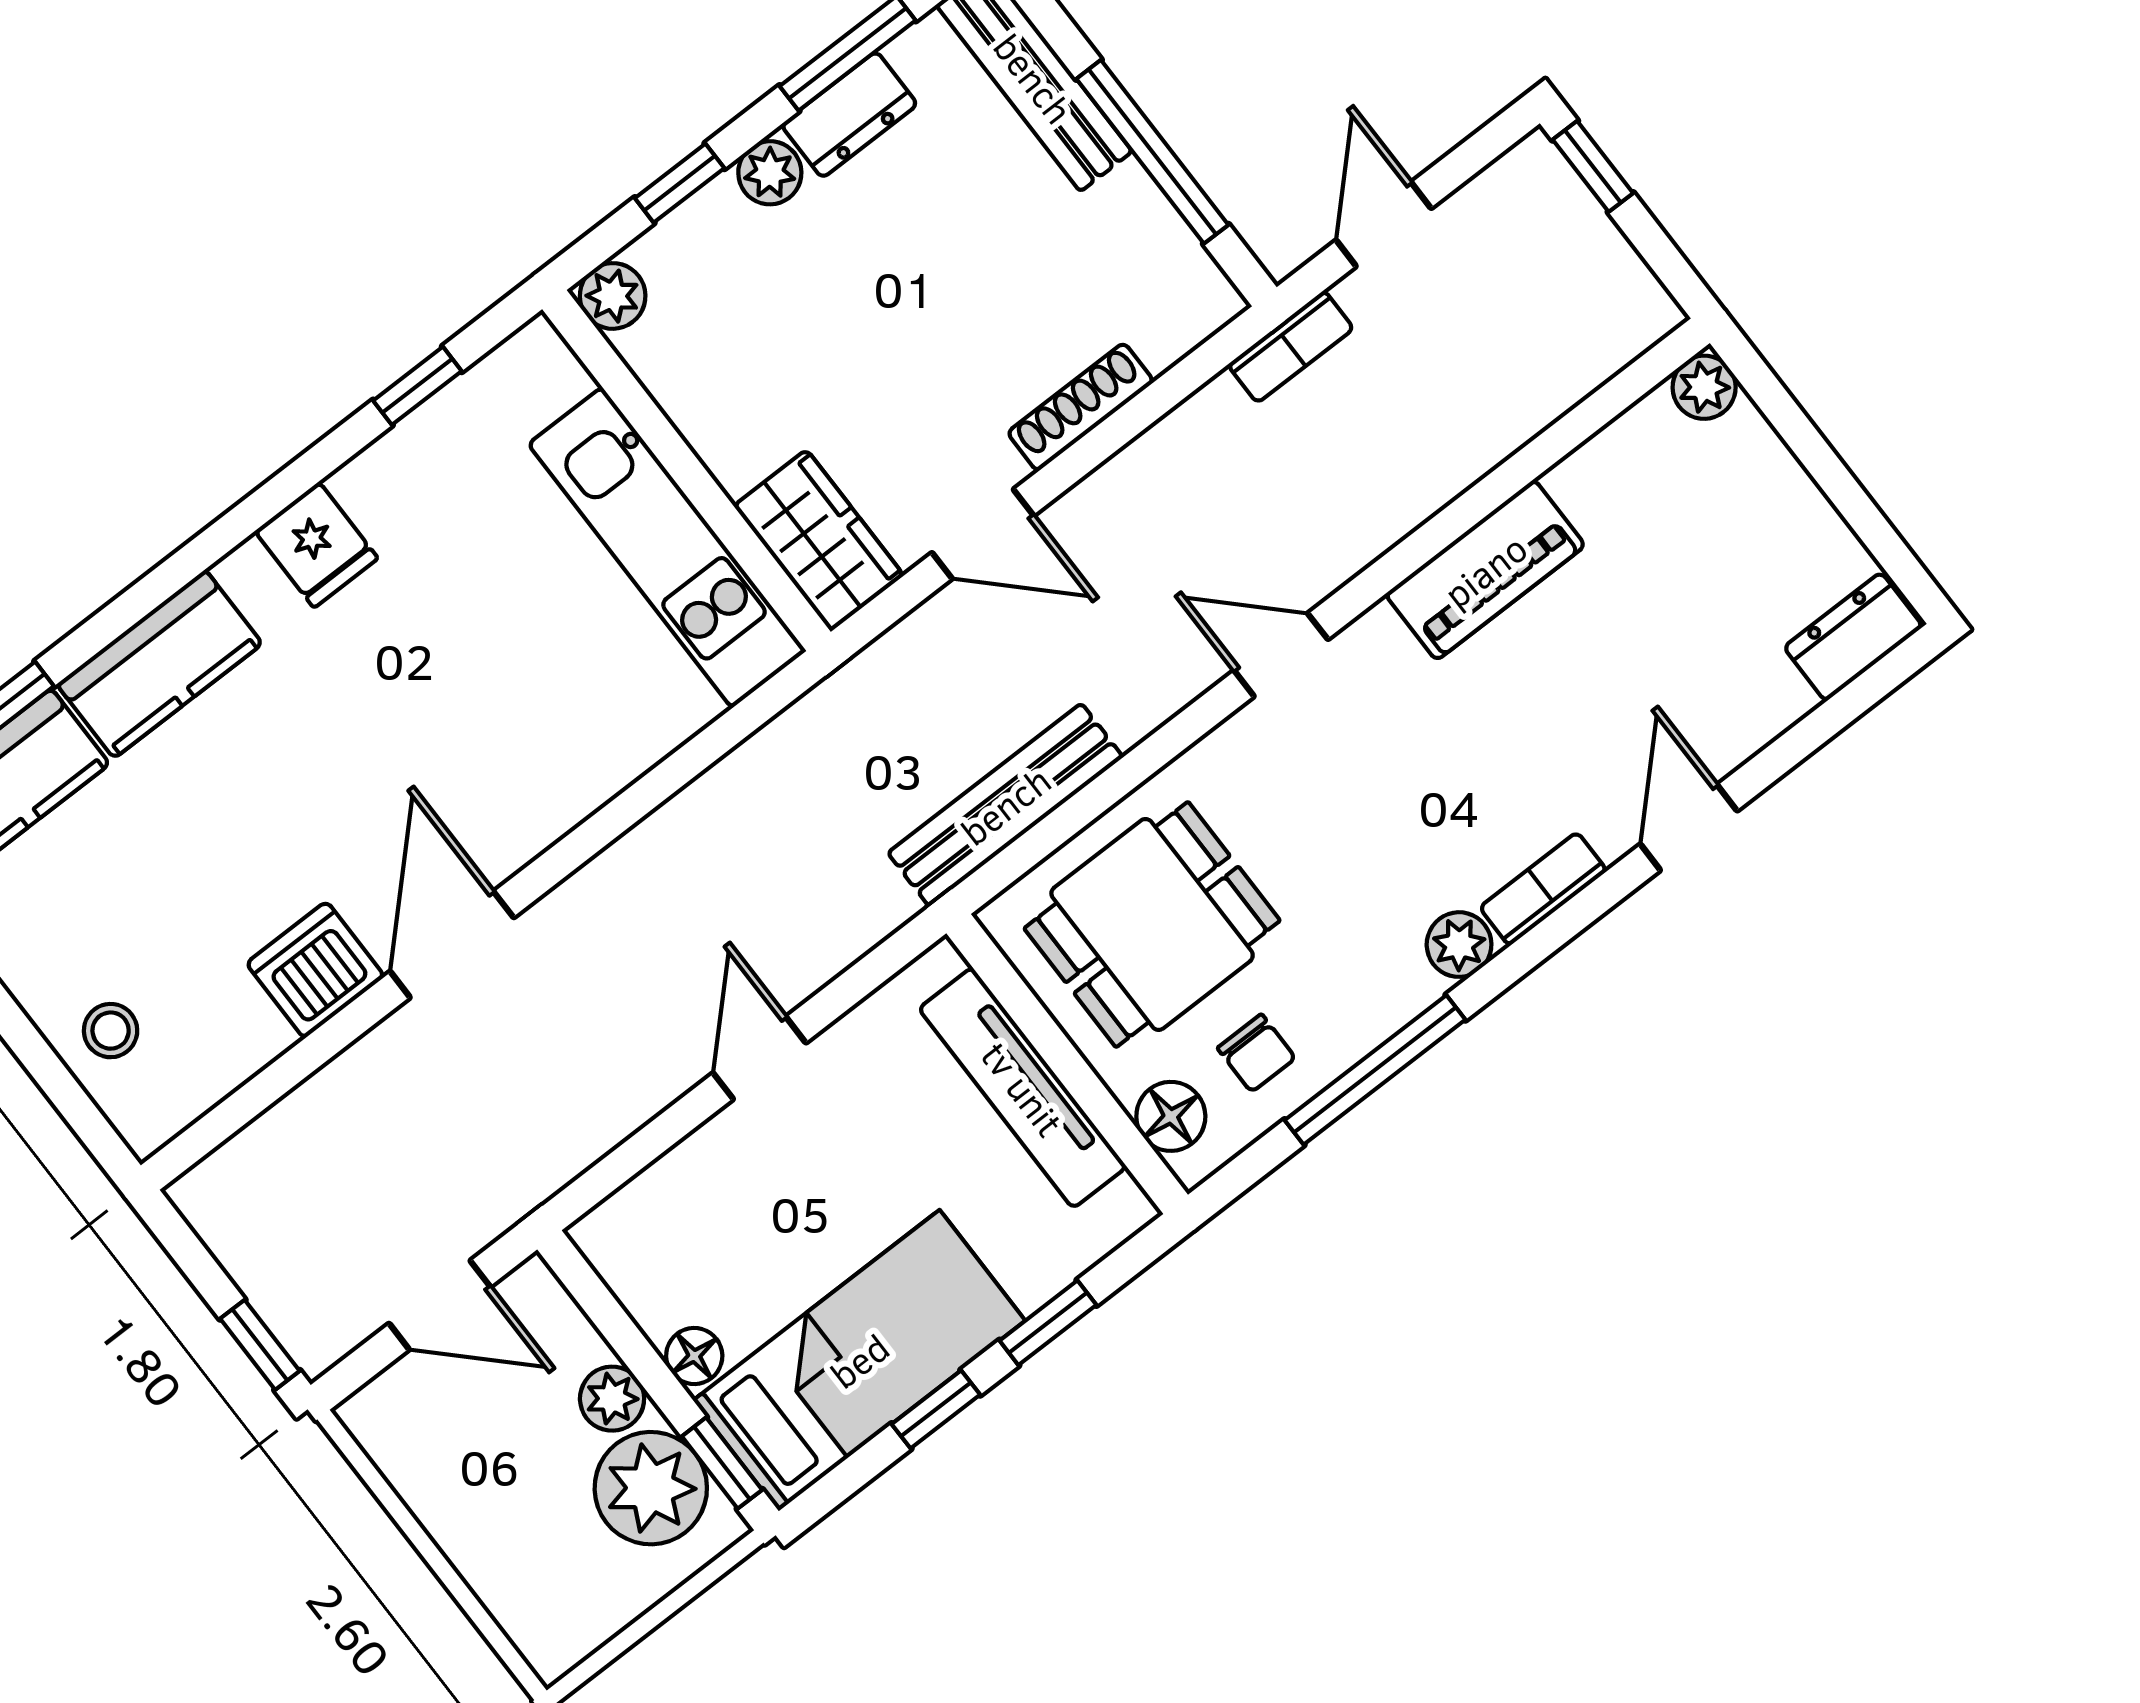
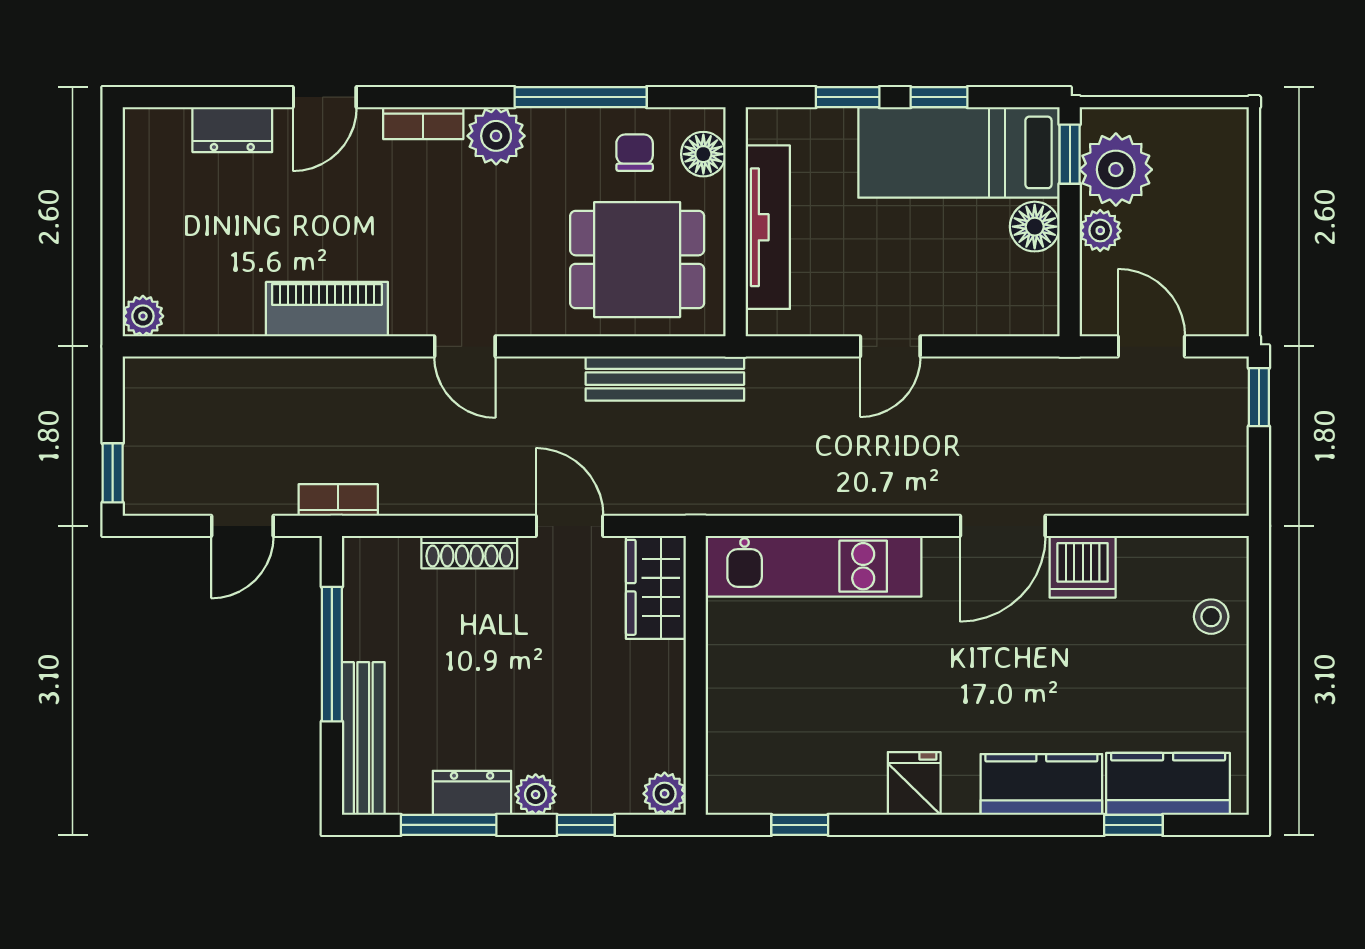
kitchen unit: (667, 548) -> (814, 566), moved, turned 90
dresser: (1853, 637) -> (232, 130), moved
plant: (1459, 945) -> (496, 136), width x1.38, depth x1.38
floor lamp: (694, 1356) -> (1035, 227), width x1.37, depth x1.37

